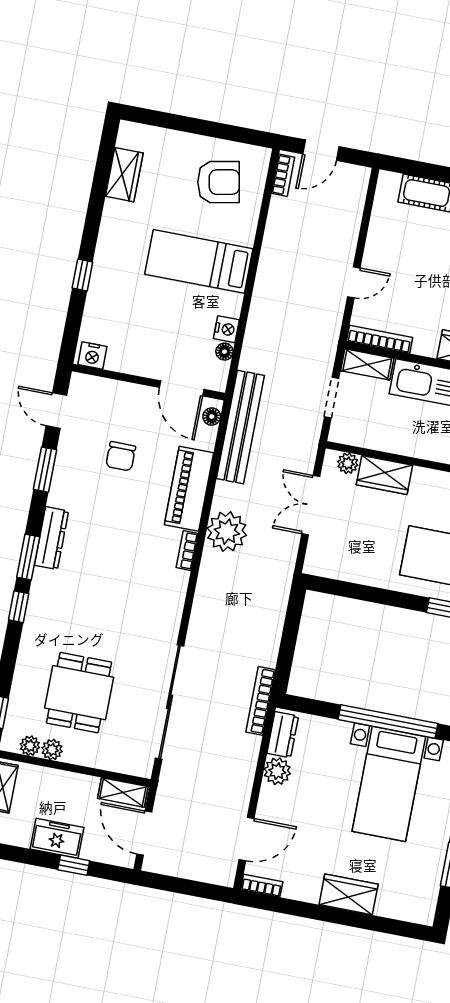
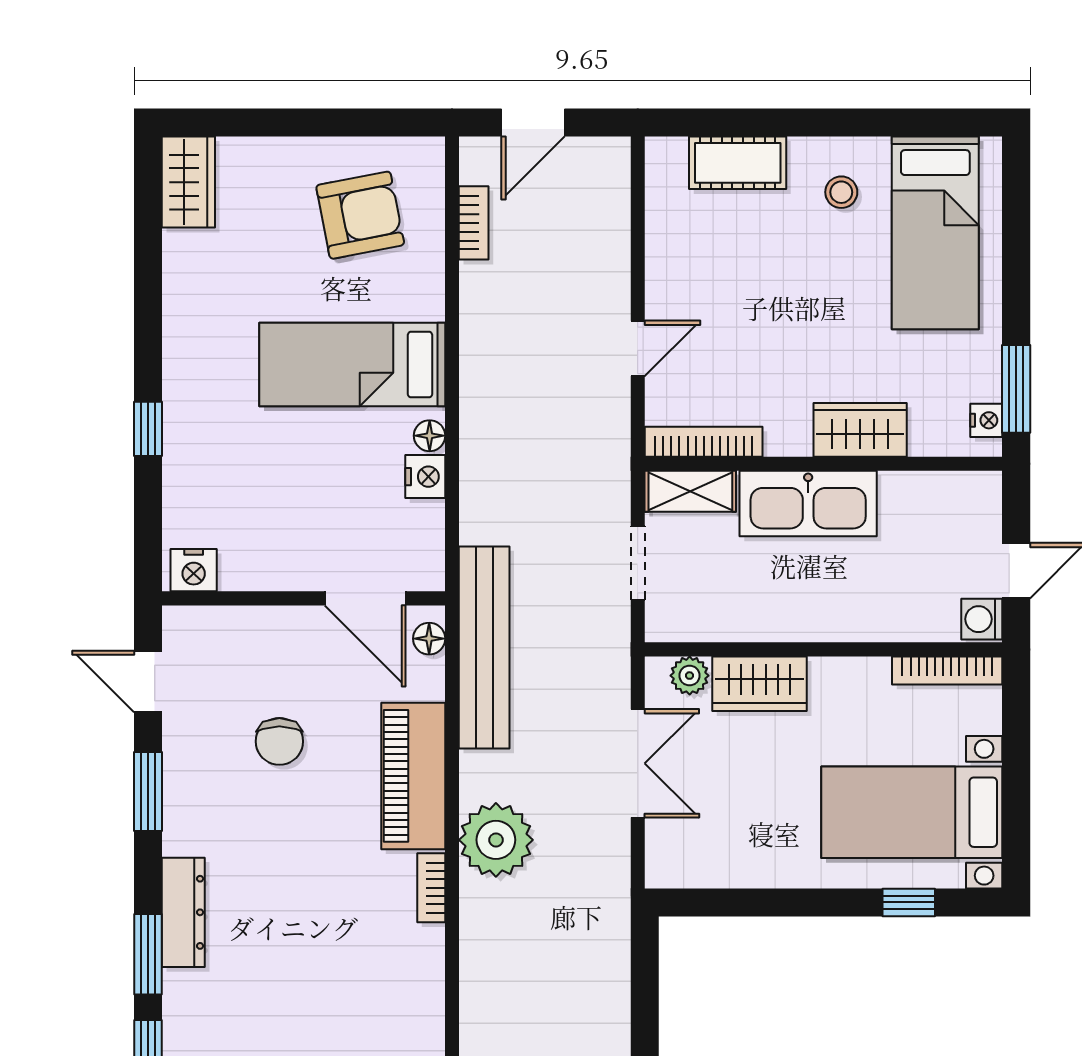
wardrobe: (124, 175) -> (188, 182), moved
bookcase: (283, 175) -> (474, 223), moved
floor lamp: (224, 352) -> (430, 436), moved
double door: (311, 505) -> (638, 763), swing flipped

